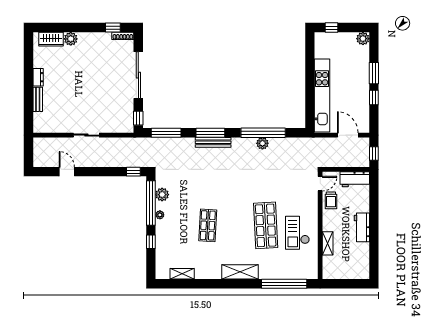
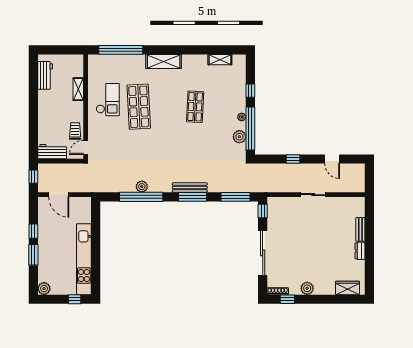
plant: (71, 39) -> (307, 288), moved
kitchen unit: (322, 96) -> (84, 259), moved
window: (133, 172) -> (293, 159), moved
workbench: (362, 227) -> (45, 75), moved

